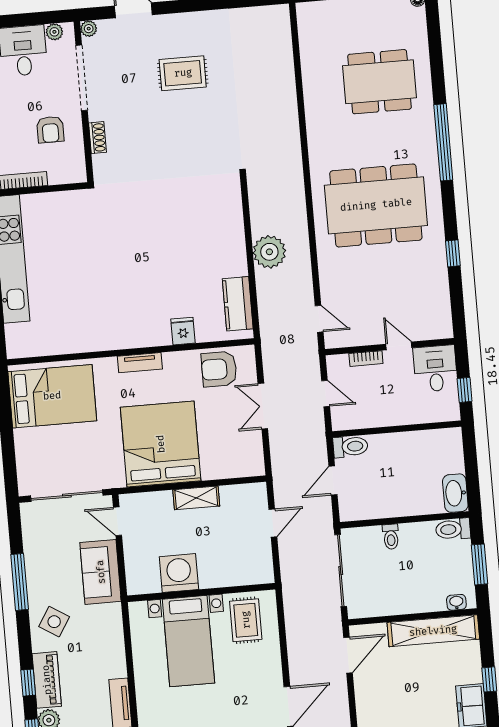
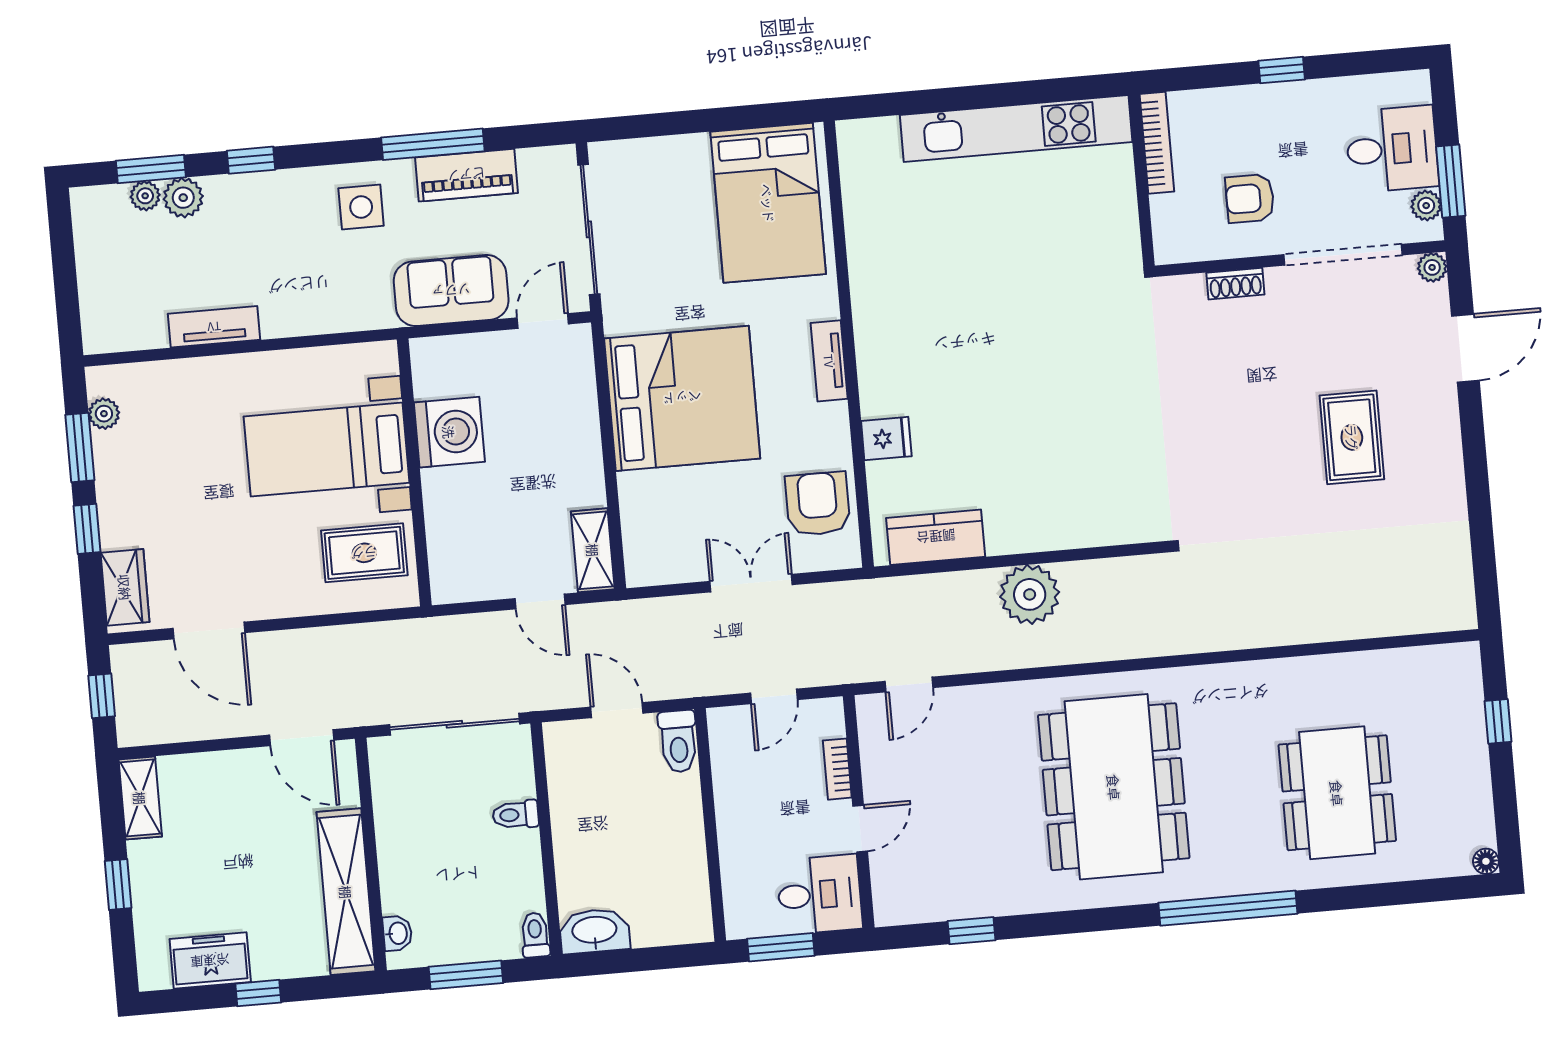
window: (41, 18) -> (1451, 181), added
window: (453, 253) -> (971, 931), moved
window: (465, 390) -> (781, 947), width x1.50
shelving: (196, 498) -> (593, 550), moved
toilet: (453, 529) -> (535, 935), width x0.73, depth x0.72
side table: (54, 622) -> (361, 207), turned -32
piano: (47, 680) -> (466, 175), moved

